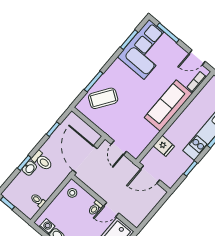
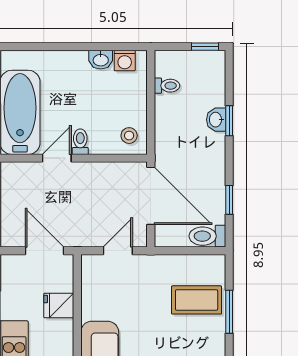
coffee table: (103, 98) -> (197, 300), turned 56
door: (119, 148) -> (118, 251), hinge flipped
toilet: (42, 161) -> (207, 236), moved
door: (150, 174) -> (44, 251), hinge flipped

